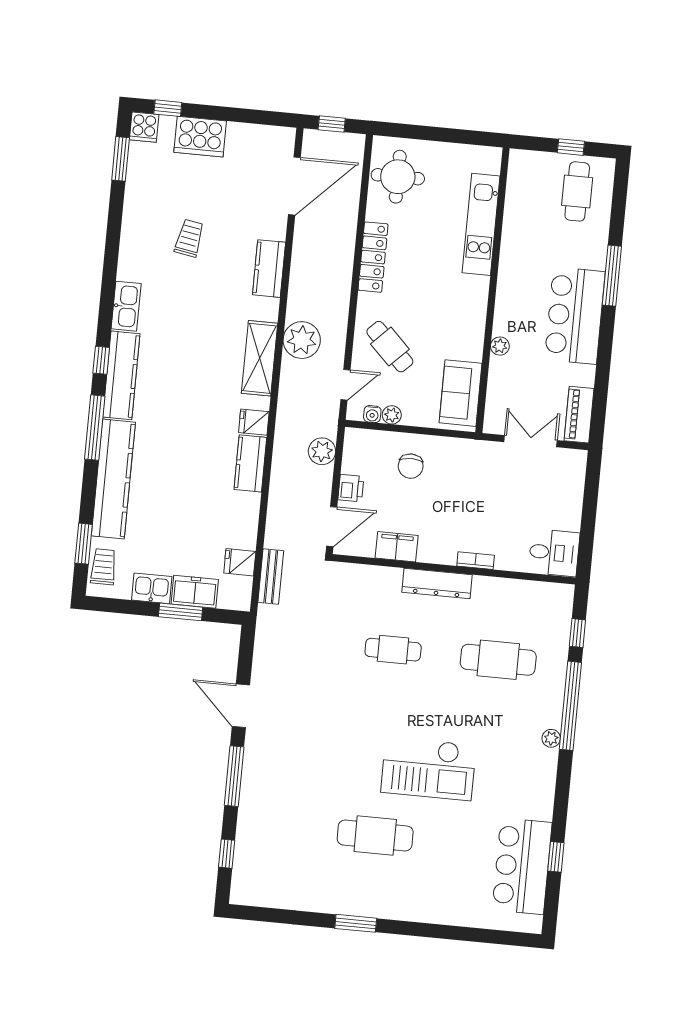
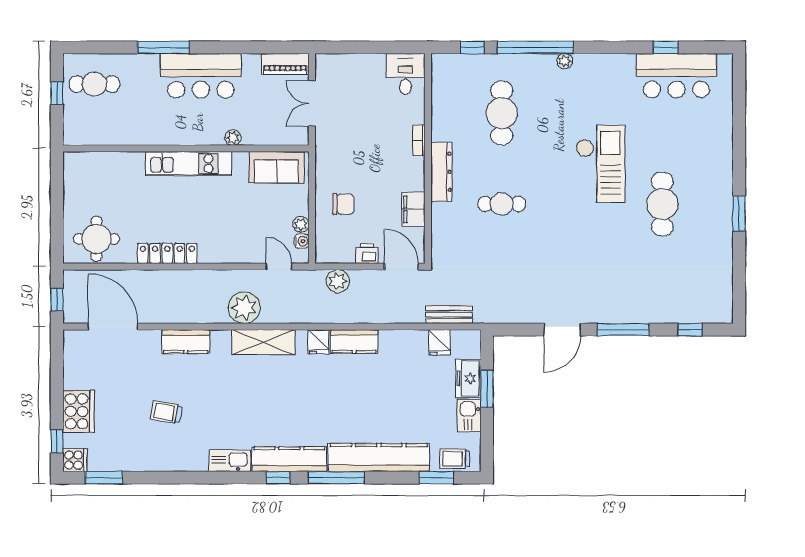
kitchen unit: (481, 224) -> (189, 164), moved
cafe table: (390, 347) -> (243, 232), removed
cafe table: (393, 650) -> (502, 204), turned 90

